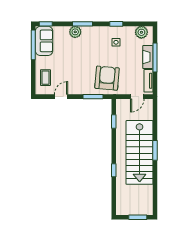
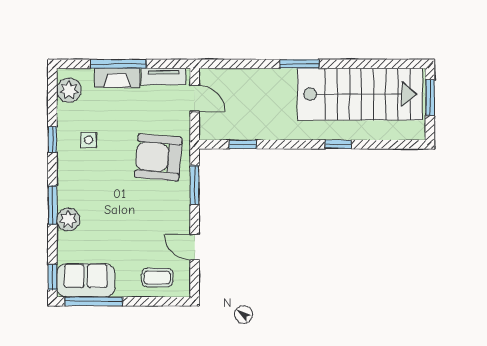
stairs: (140, 152) -> (360, 94), moved

